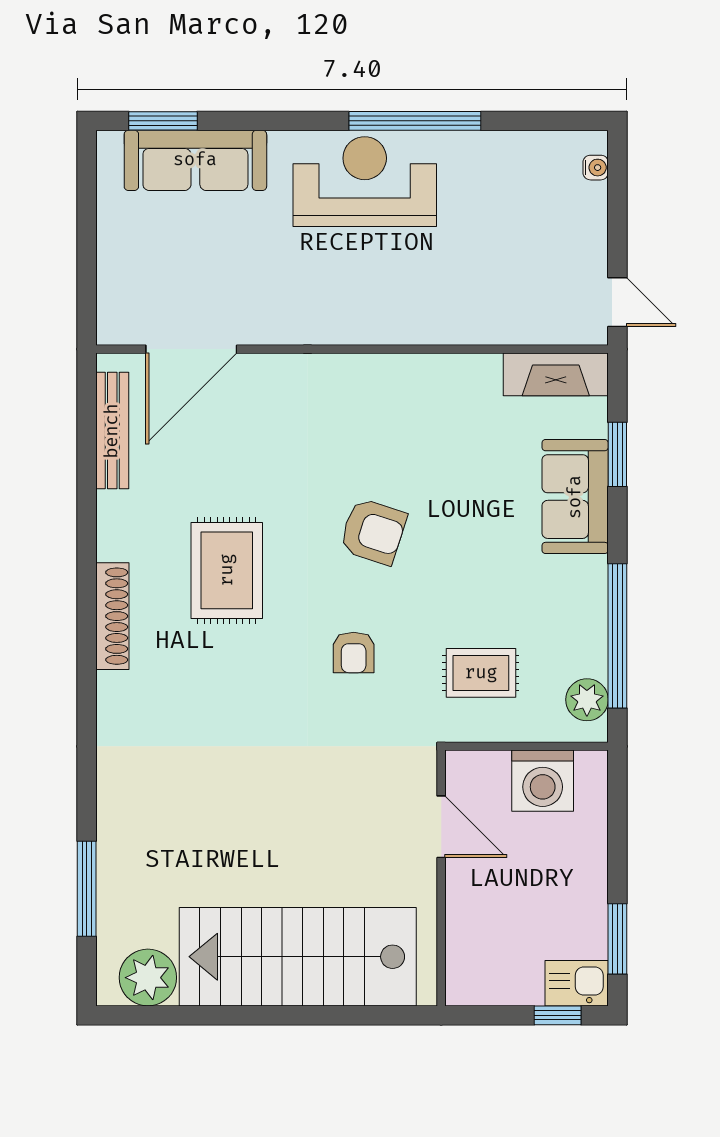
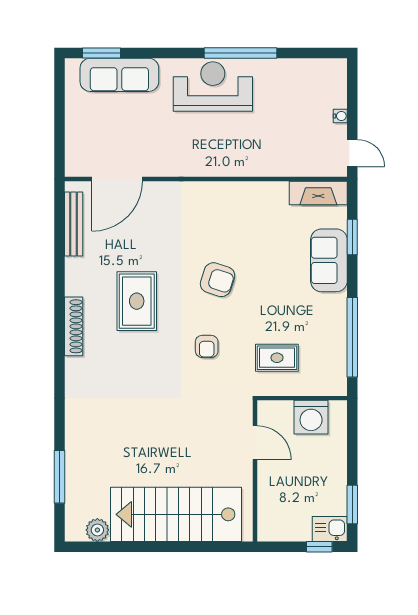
water cooler: (596, 168) -> (340, 116), moved
plant: (587, 700) -> (336, 372), removed
plant: (148, 978) -> (97, 530), width x0.73, depth x0.73

